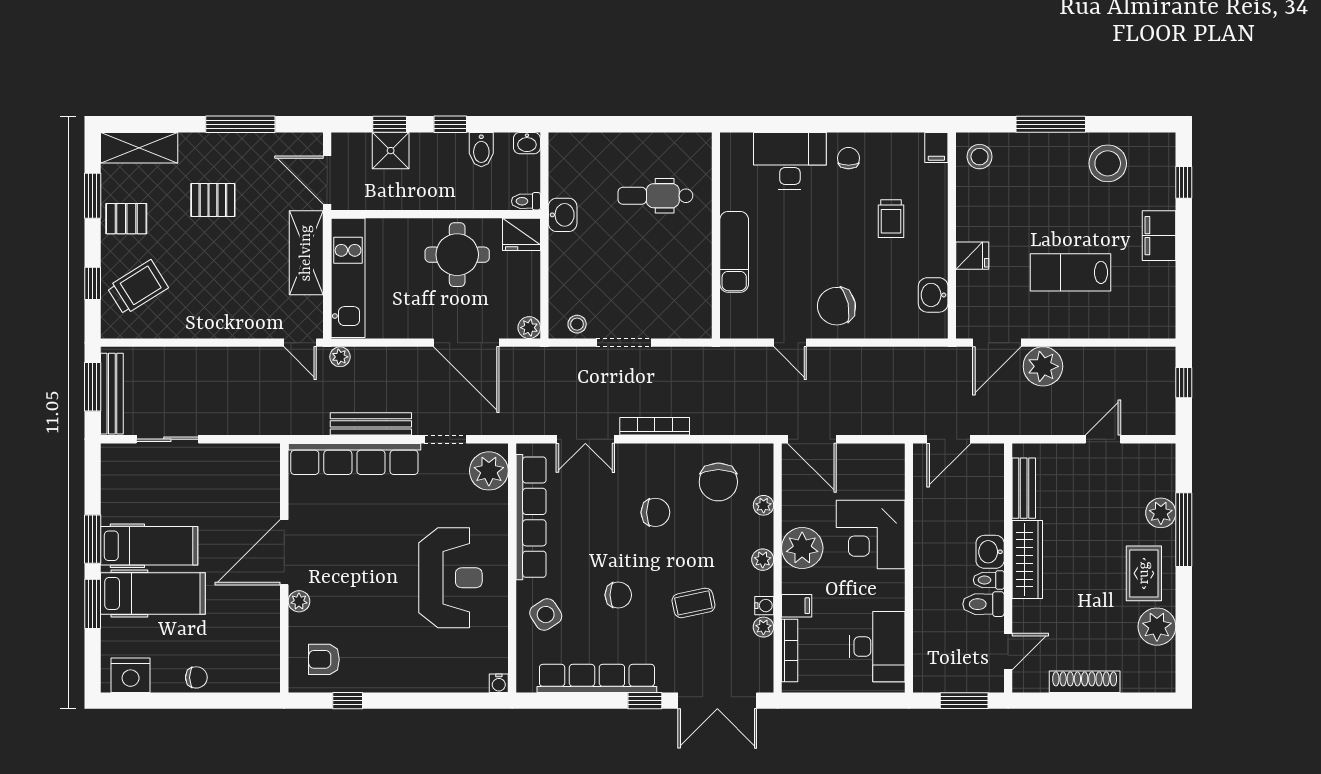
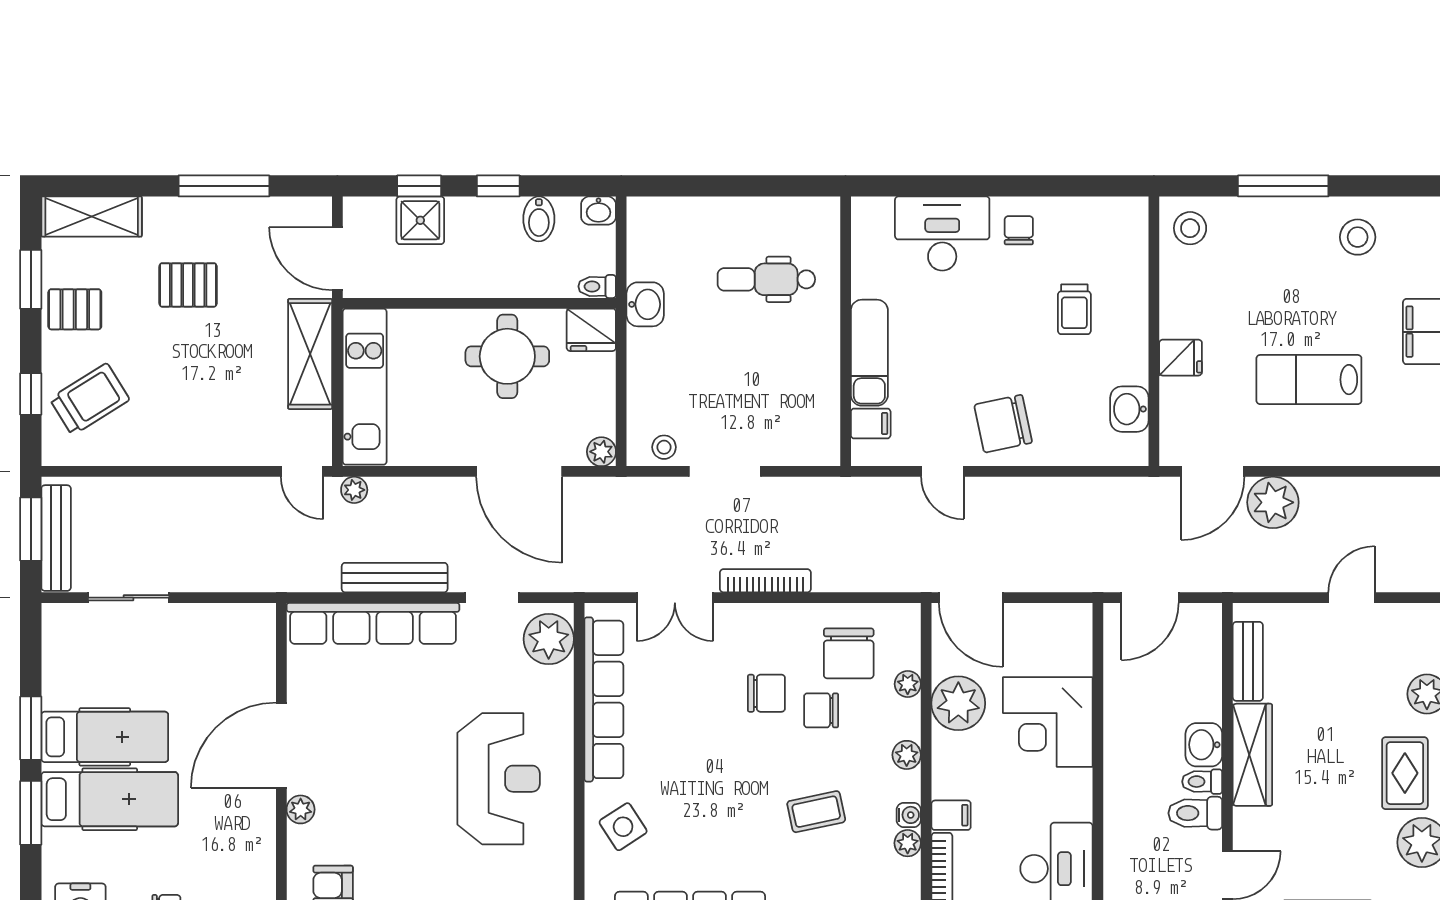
filing cabinet: (936, 148) -> (871, 423), moved, turned -90
stool: (1108, 163) -> (1358, 237), width x0.73, depth x0.73
plant: (802, 548) -> (958, 703), moved
chair: (618, 595) -> (821, 710), moved, turned 180

